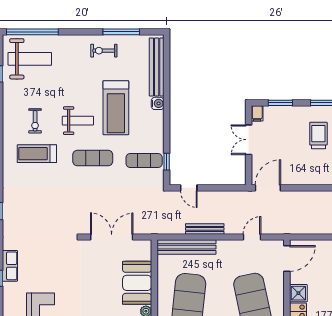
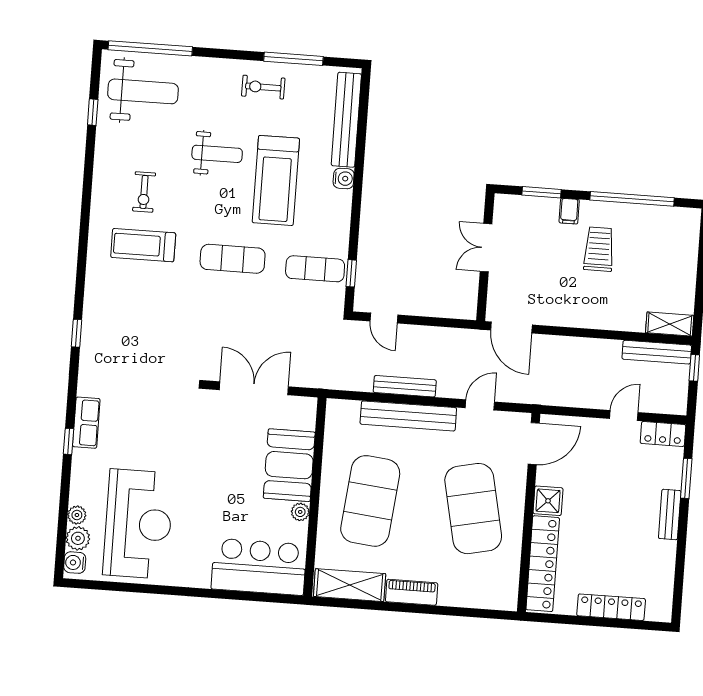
filing cabinet: (257, 113) -> (569, 211), moved
weight bench: (78, 121) -> (217, 154), moved
door: (268, 188) -> (511, 327), swing flipped
bench: (186, 247) -> (408, 416), moved

